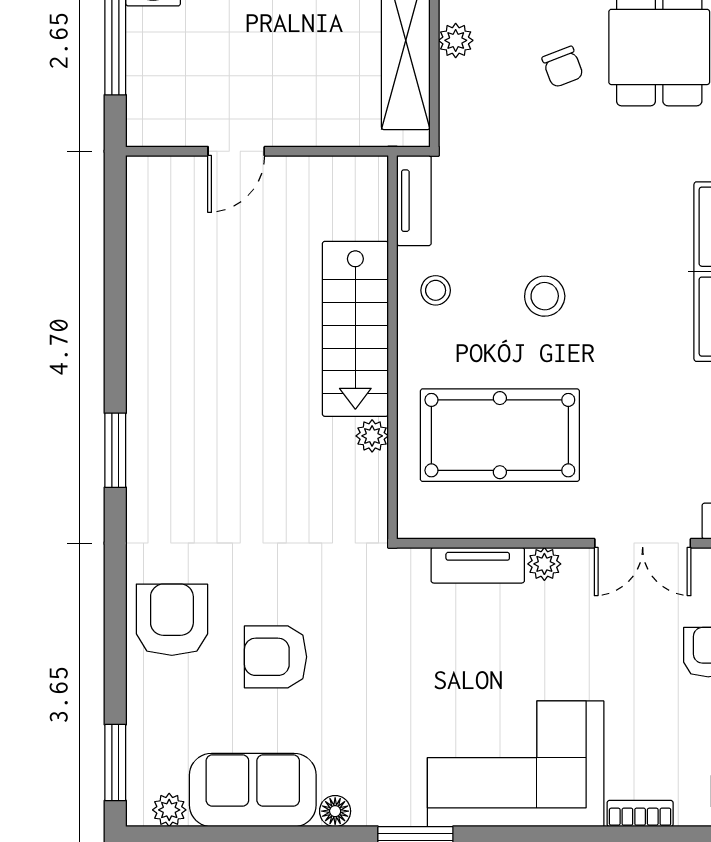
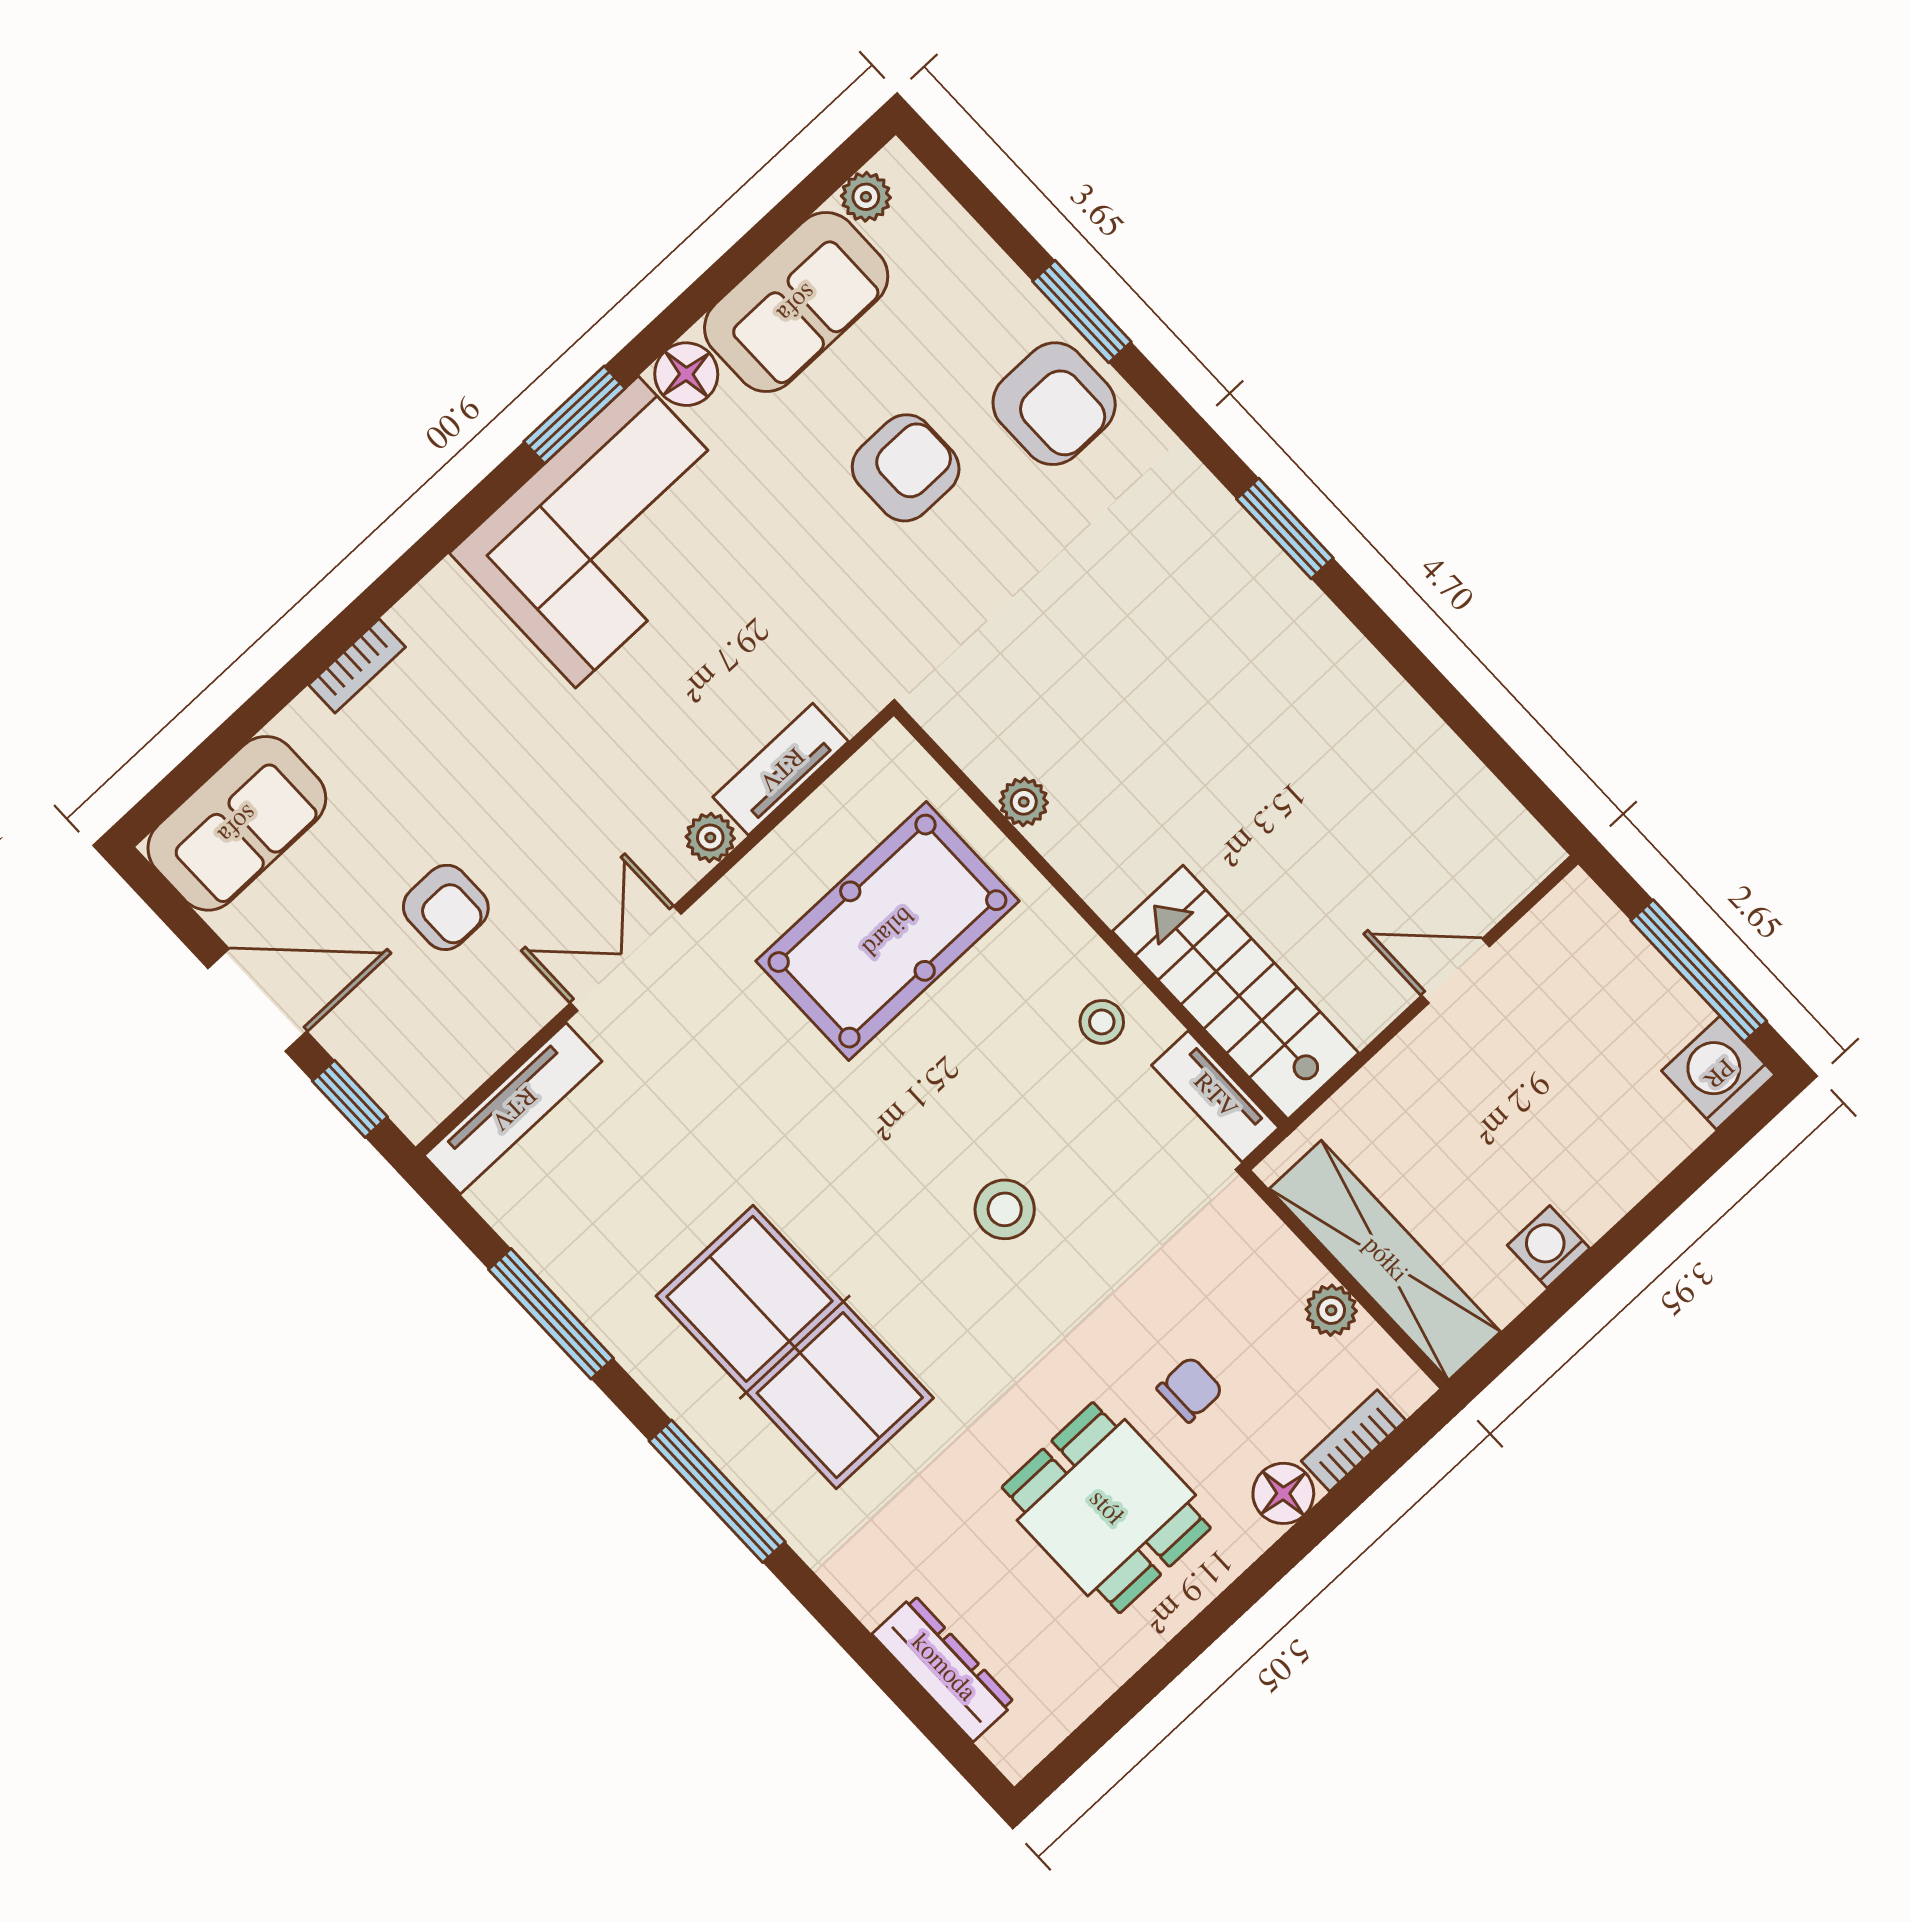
chair: (563, 67) -> (1190, 1389), turned 111
door: (236, 151) -> (1455, 971), hinge flipped
stool: (545, 296) -> (1005, 1209), moved
stairs: (355, 329) -> (1236, 992), moved
window: (115, 763) -> (1082, 312), moved
corner sofa: (516, 764) -> (607, 532), moved
floor lamp: (335, 811) -> (686, 374), width x1.37, depth x1.37

